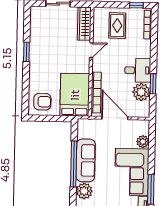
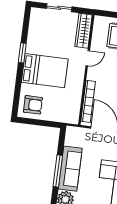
bed: (75, 95) -> (45, 71), moved, turned 90
window: (74, 164) -> (58, 171), width x0.68

